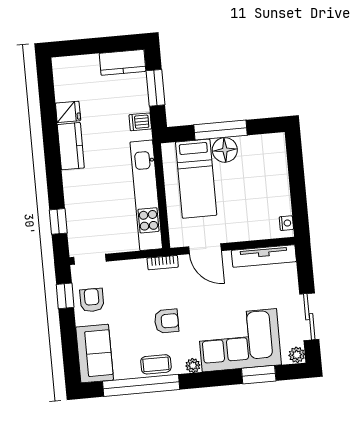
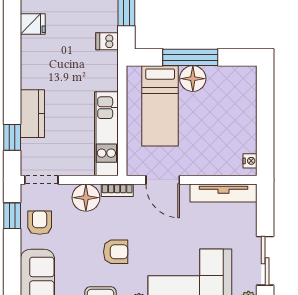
kitchen counter: (71, 146) -> (32, 114), moved
kitchen unit: (146, 195) -> (106, 134), width x0.73
floor lamp: (134, 272) -> (86, 198), added

